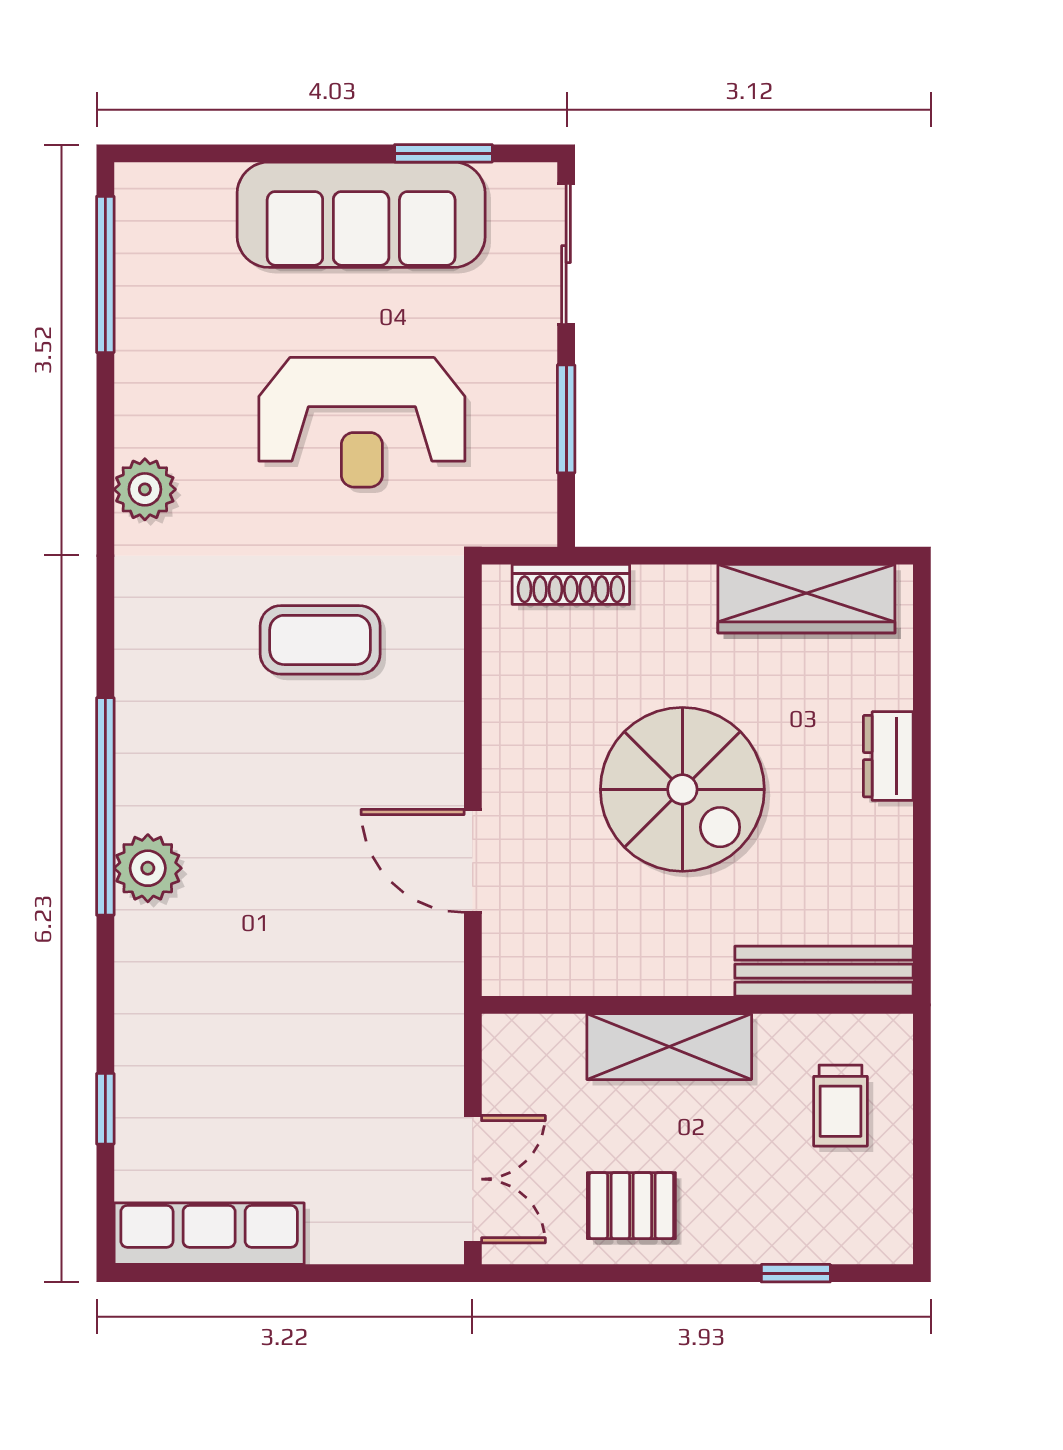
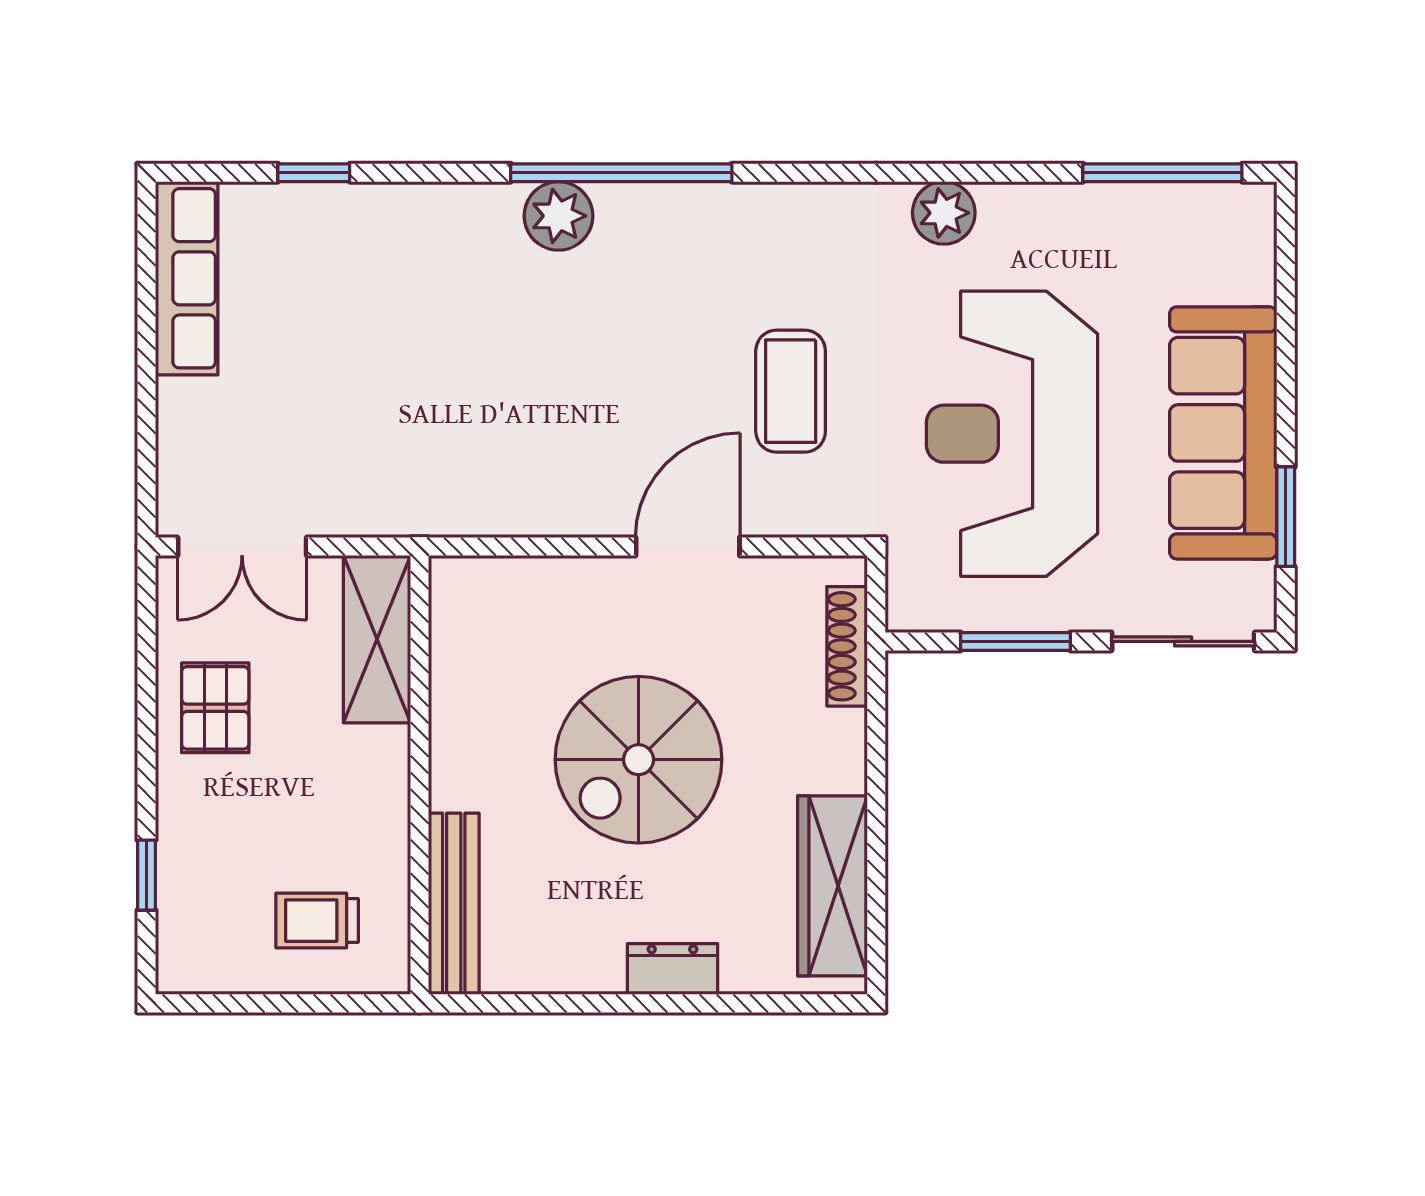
reception desk: (362, 422) -> (1012, 434), width x1.36, depth x1.30
door: (473, 861) -> (688, 547), moved
shelving: (669, 1047) -> (377, 639), moved

